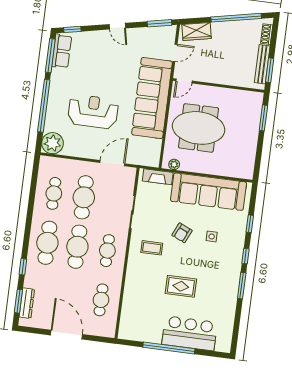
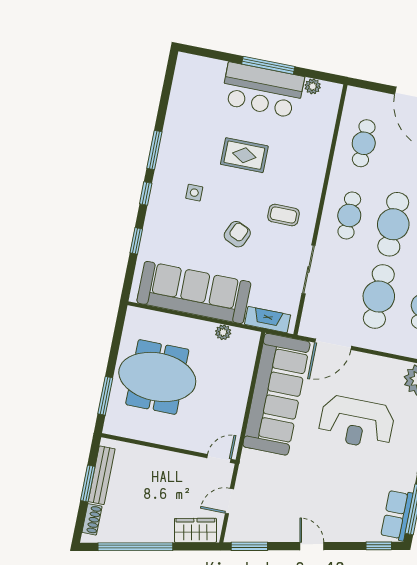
window: (270, 70) -> (88, 483), moved
sofa: (152, 98) -> (276, 394), moved
meeting table: (199, 128) -> (157, 377), moved
plant: (174, 164) -> (223, 332), moved
side table: (212, 236) -> (194, 193), moved
bar counter: (190, 333) -> (263, 90), moved
plant: (138, 336) -> (313, 86), added
window: (169, 348) -> (268, 65), width x0.68

